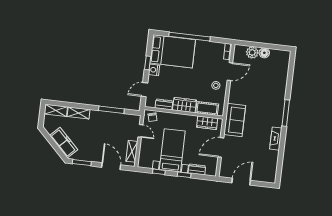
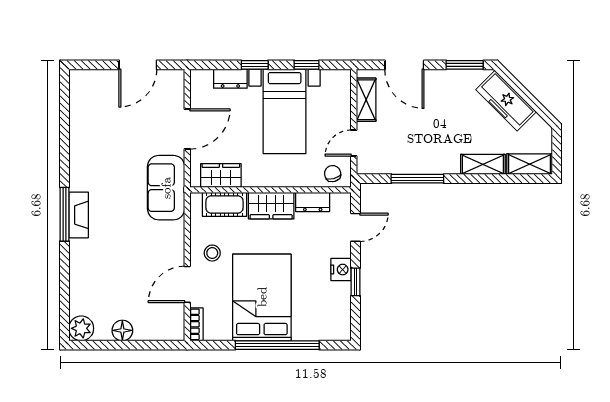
bed: (173, 51) -> (262, 297), moved, turned 90
plant: (252, 52) -> (81, 328), moved
door: (140, 131) -> (354, 143), hinge flipped
fireplace: (276, 139) -> (79, 215), moved

